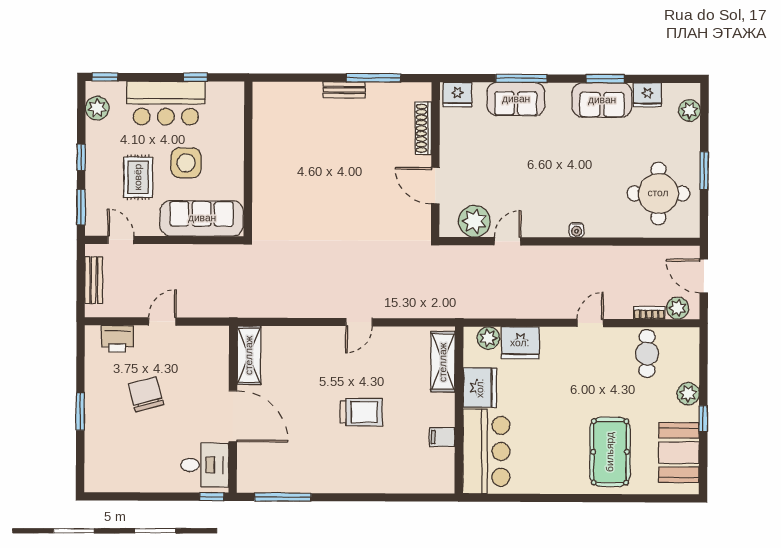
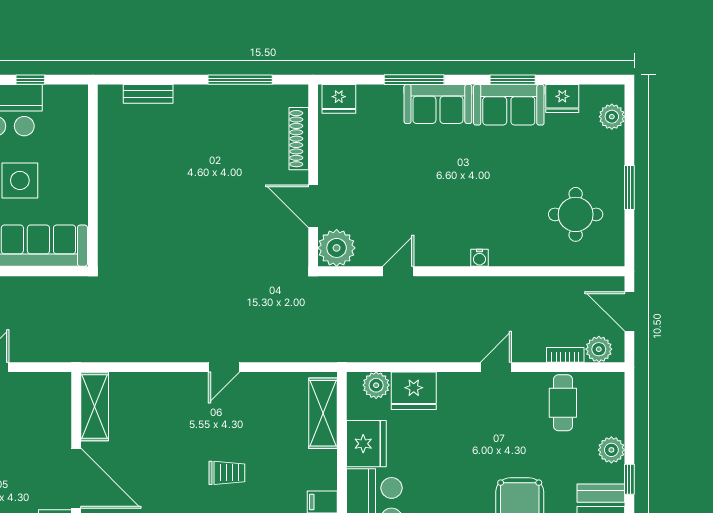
bench: (344, 90) -> (148, 94), moved
sofa: (516, 99) -> (438, 104), moved
round table: (658, 193) -> (576, 214), width x0.73, depth x0.73
plant: (474, 221) -> (337, 248), moved
trolley: (361, 412) -> (227, 473), width x0.73, depth x0.72

